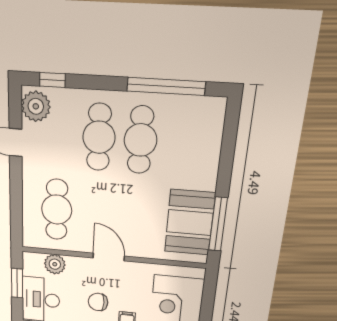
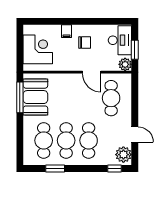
window: (166, 86) -> (55, 168), width x0.47
cafe table: (183, 143) -> (44, 140), added
door: (109, 257) -> (92, 72), moved
plant: (55, 264) -> (125, 64), moved

